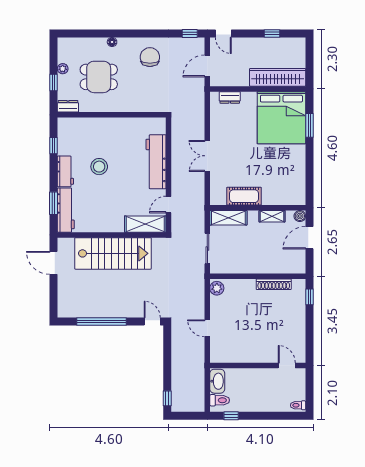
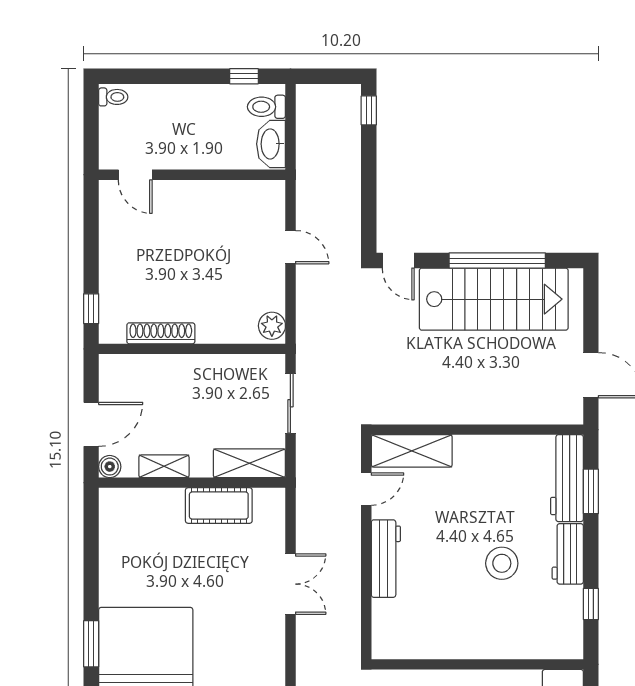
workbench: (156, 162) -> (386, 559), width x0.73, depth x0.76
stairs: (113, 253) -> (494, 299), moved, turned 180

